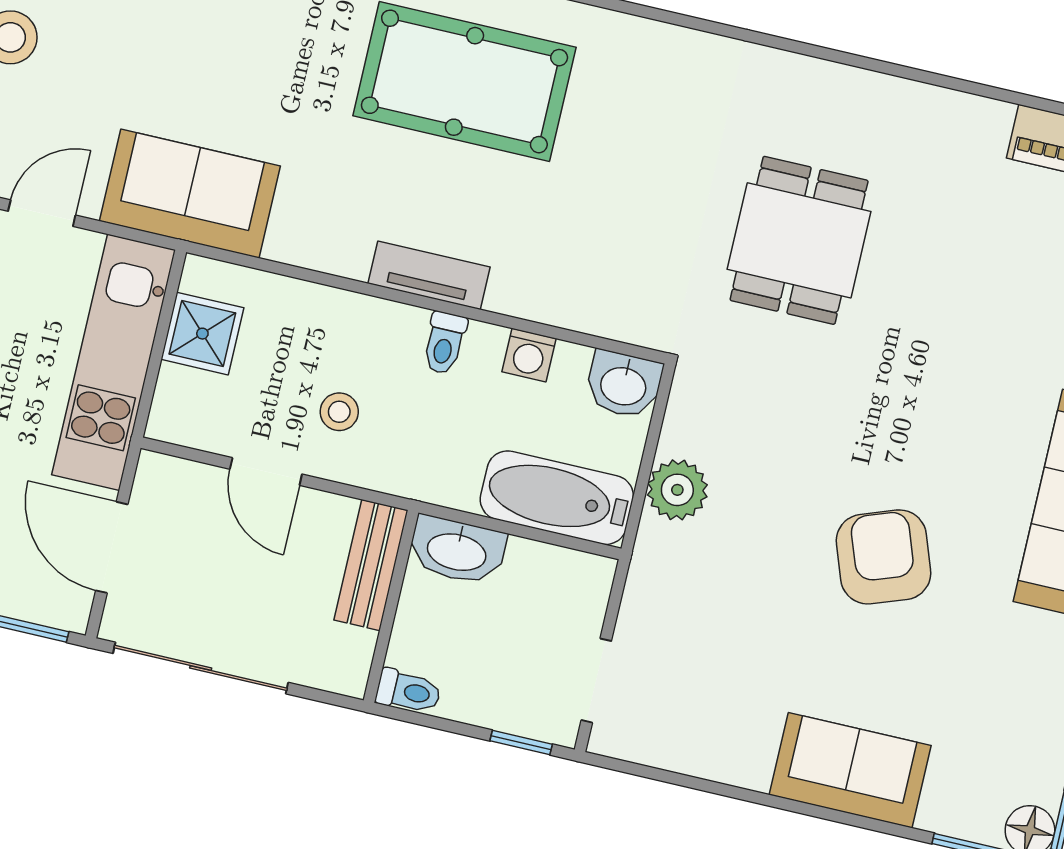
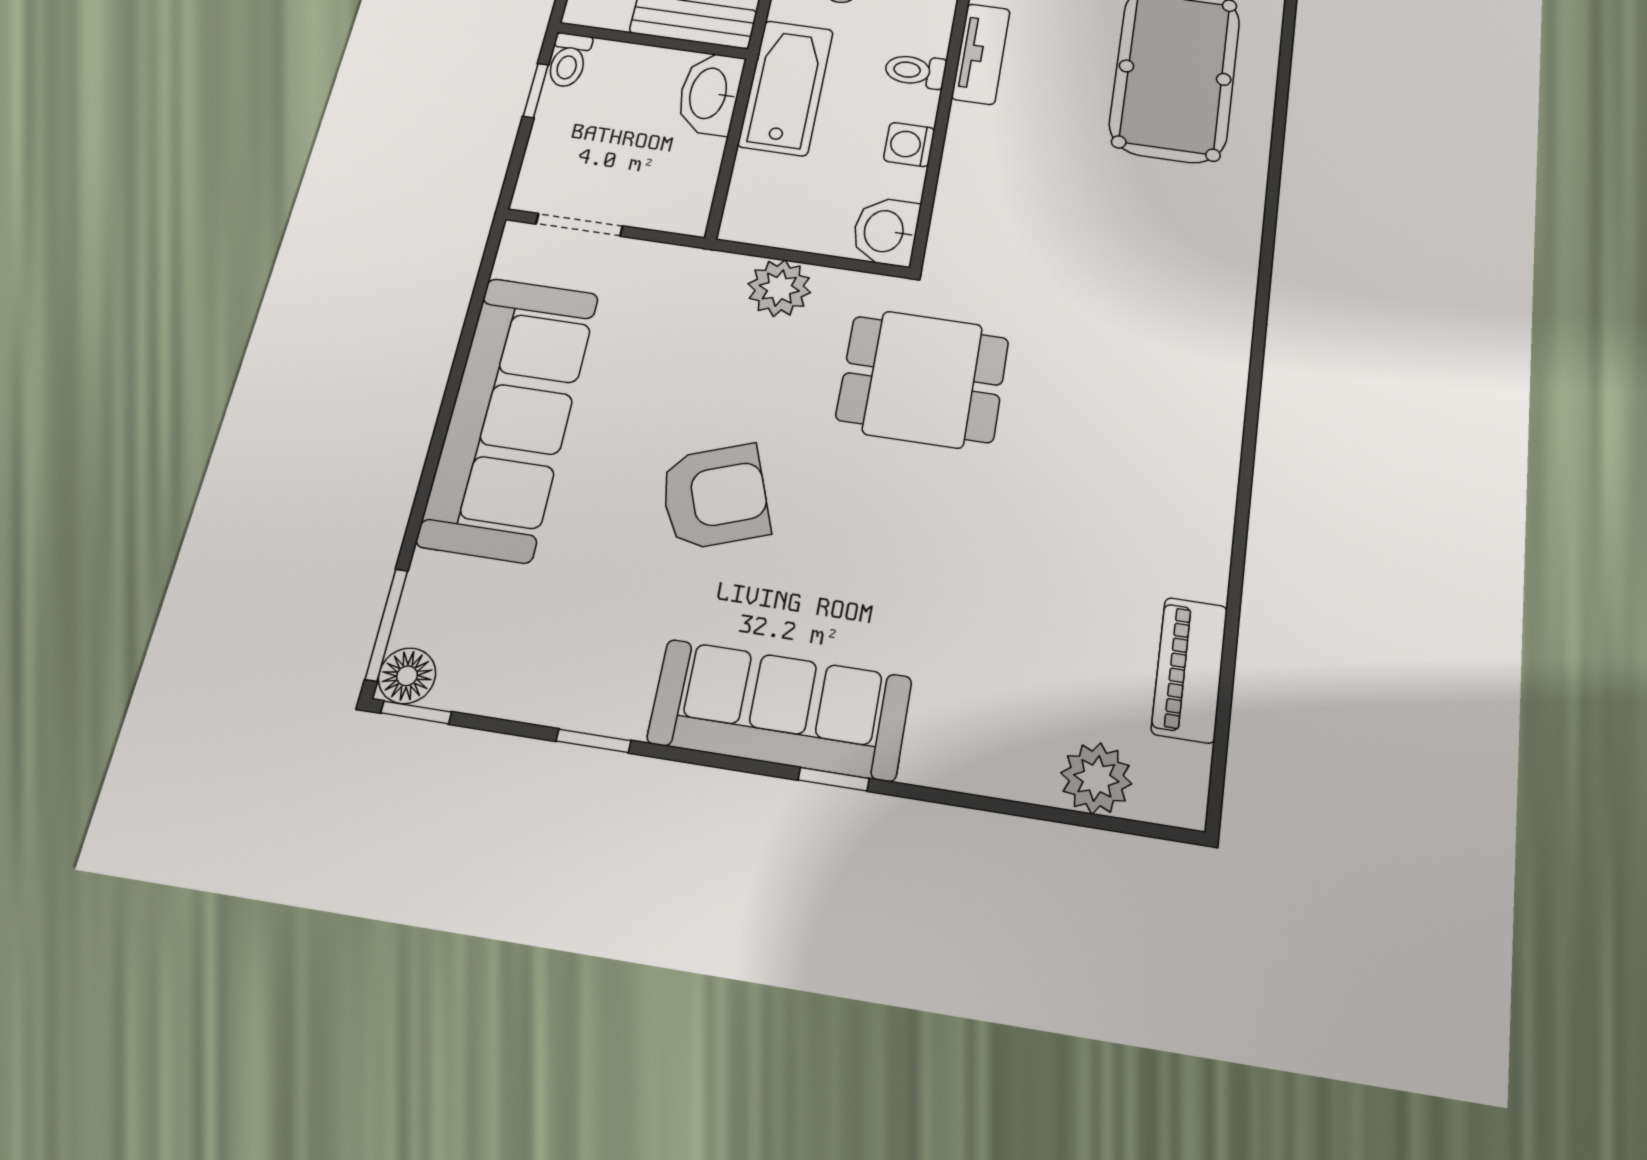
dining table: (799, 240) -> (923, 379), moved
bathtub: (557, 498) -> (786, 88), moved
window: (521, 743) -> (536, 91), moved
sofa: (850, 770) -> (509, 417), width x1.85, depth x1.27

